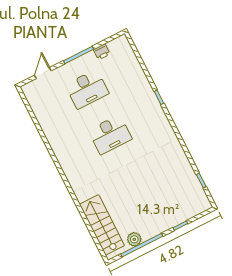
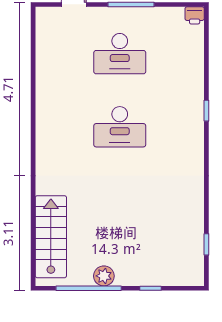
printer: (102, 52) -> (195, 15), moved
plant: (134, 239) -> (104, 276), moved

